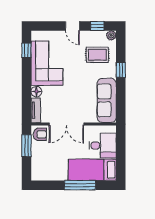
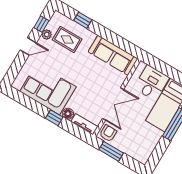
plant: (111, 35) -> (47, 34), moved
window: (26, 50) -> (54, 118), moved
rug: (97, 55) -> (67, 39), turned 90
window: (121, 70) -> (83, 20), moved

